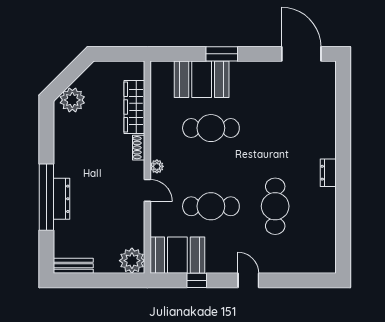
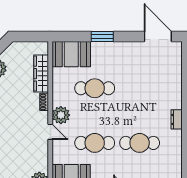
booth: (202, 79) -> (71, 54), moved
plant: (157, 166) -> (61, 115), width x1.88, depth x1.88
cafe table: (275, 206) -> (140, 143), turned 90

